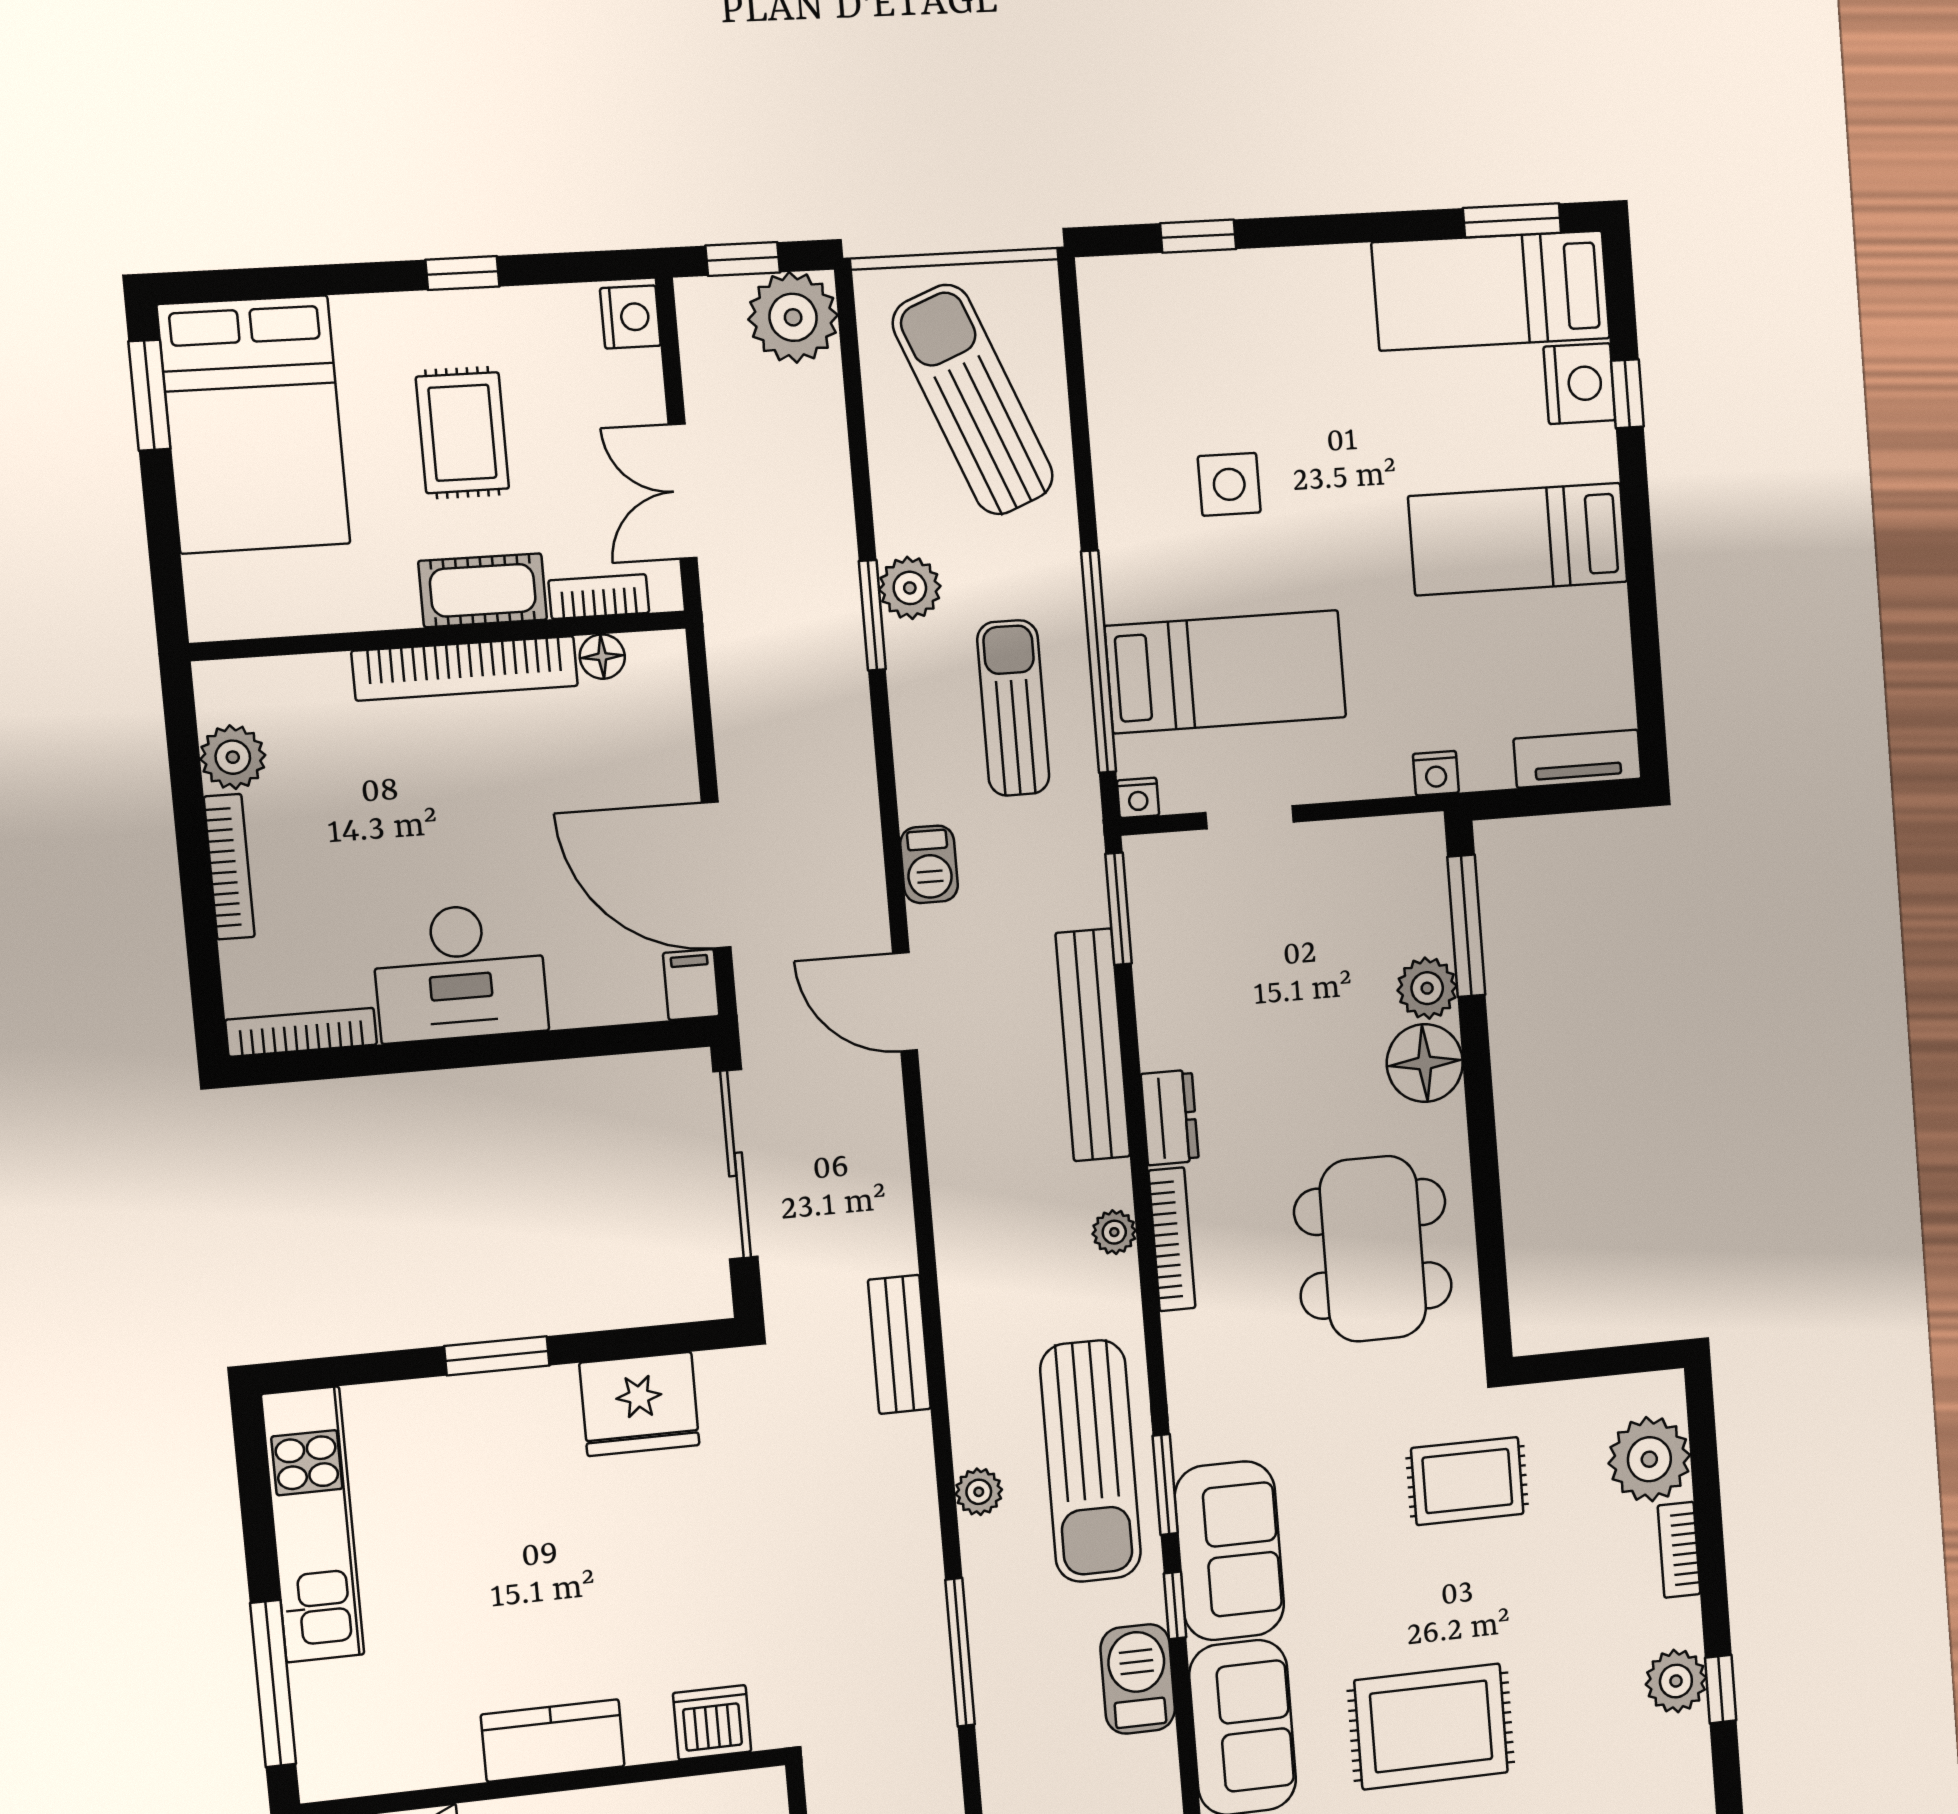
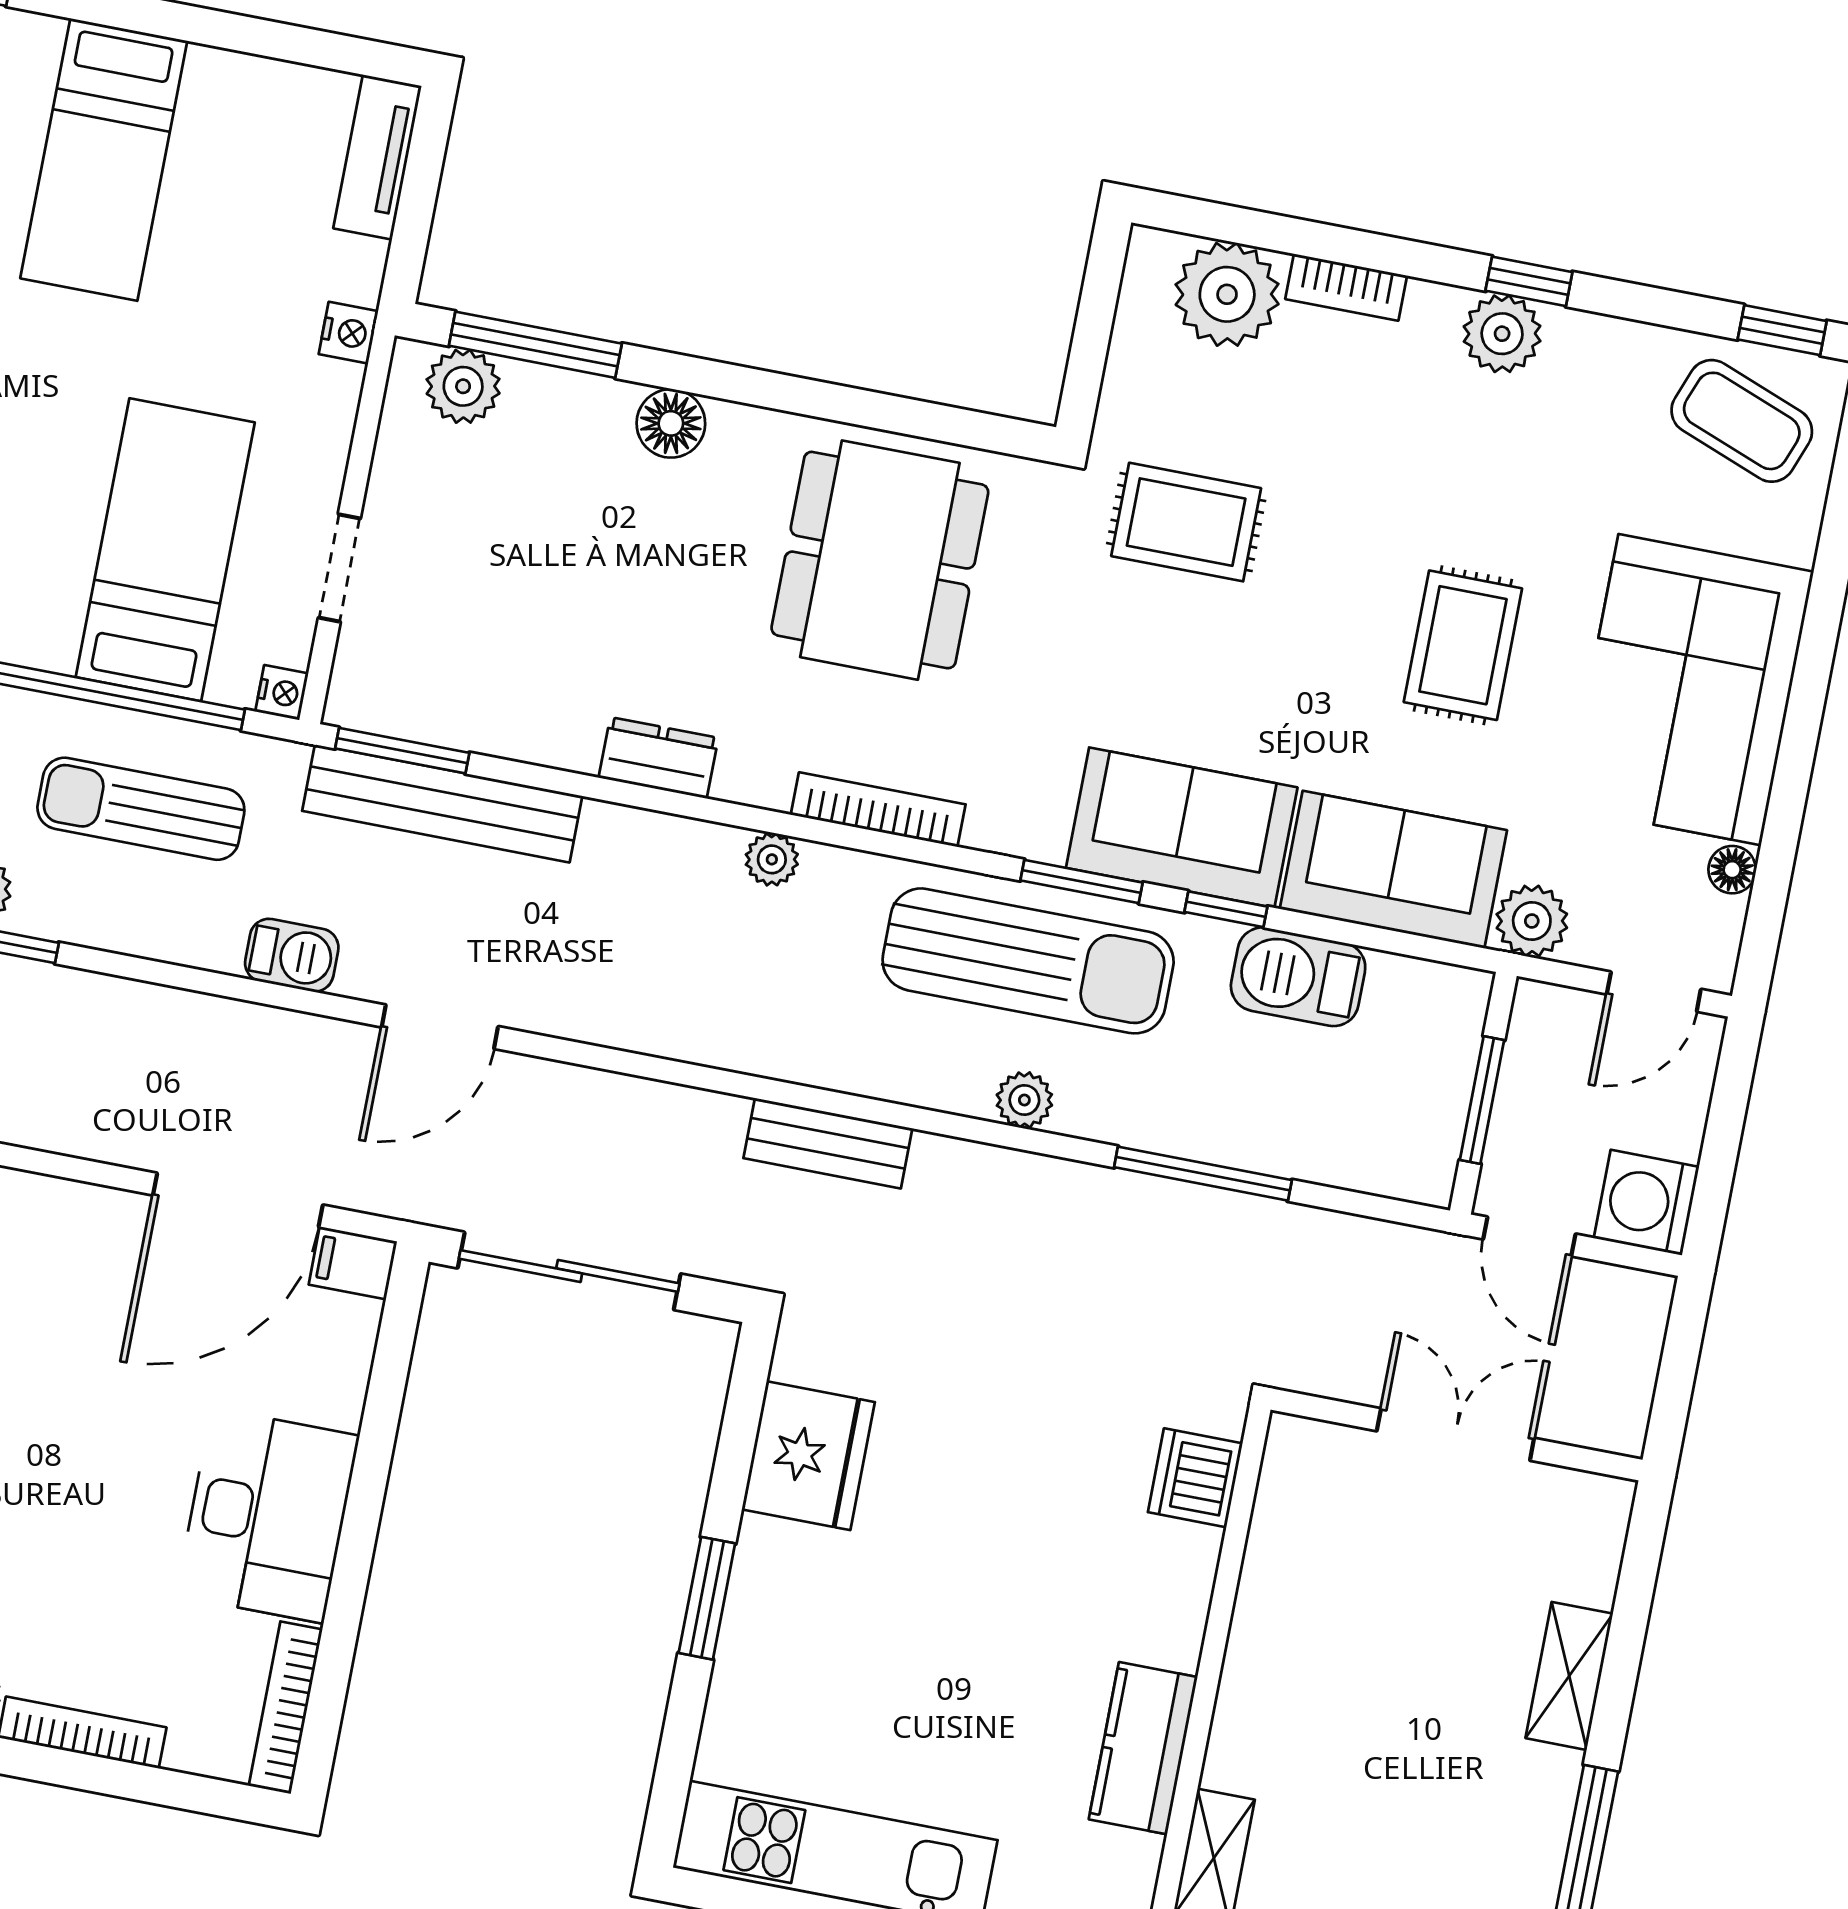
plant: (1427, 988) -> (463, 386), moved
bench: (1093, 1045) -> (442, 803), moved
floor lamp: (1425, 1063) -> (671, 423), width x0.73, depth x0.73
bookcase: (1172, 1239) -> (878, 810), moved
dining table: (1373, 1249) -> (880, 560), turned 90
rug: (1467, 1481) -> (1186, 522), turned 90
rug: (1431, 1726) -> (1463, 645), width x0.73, depth x0.70
kitchen counter: (553, 1740) -> (1143, 1748), moved

